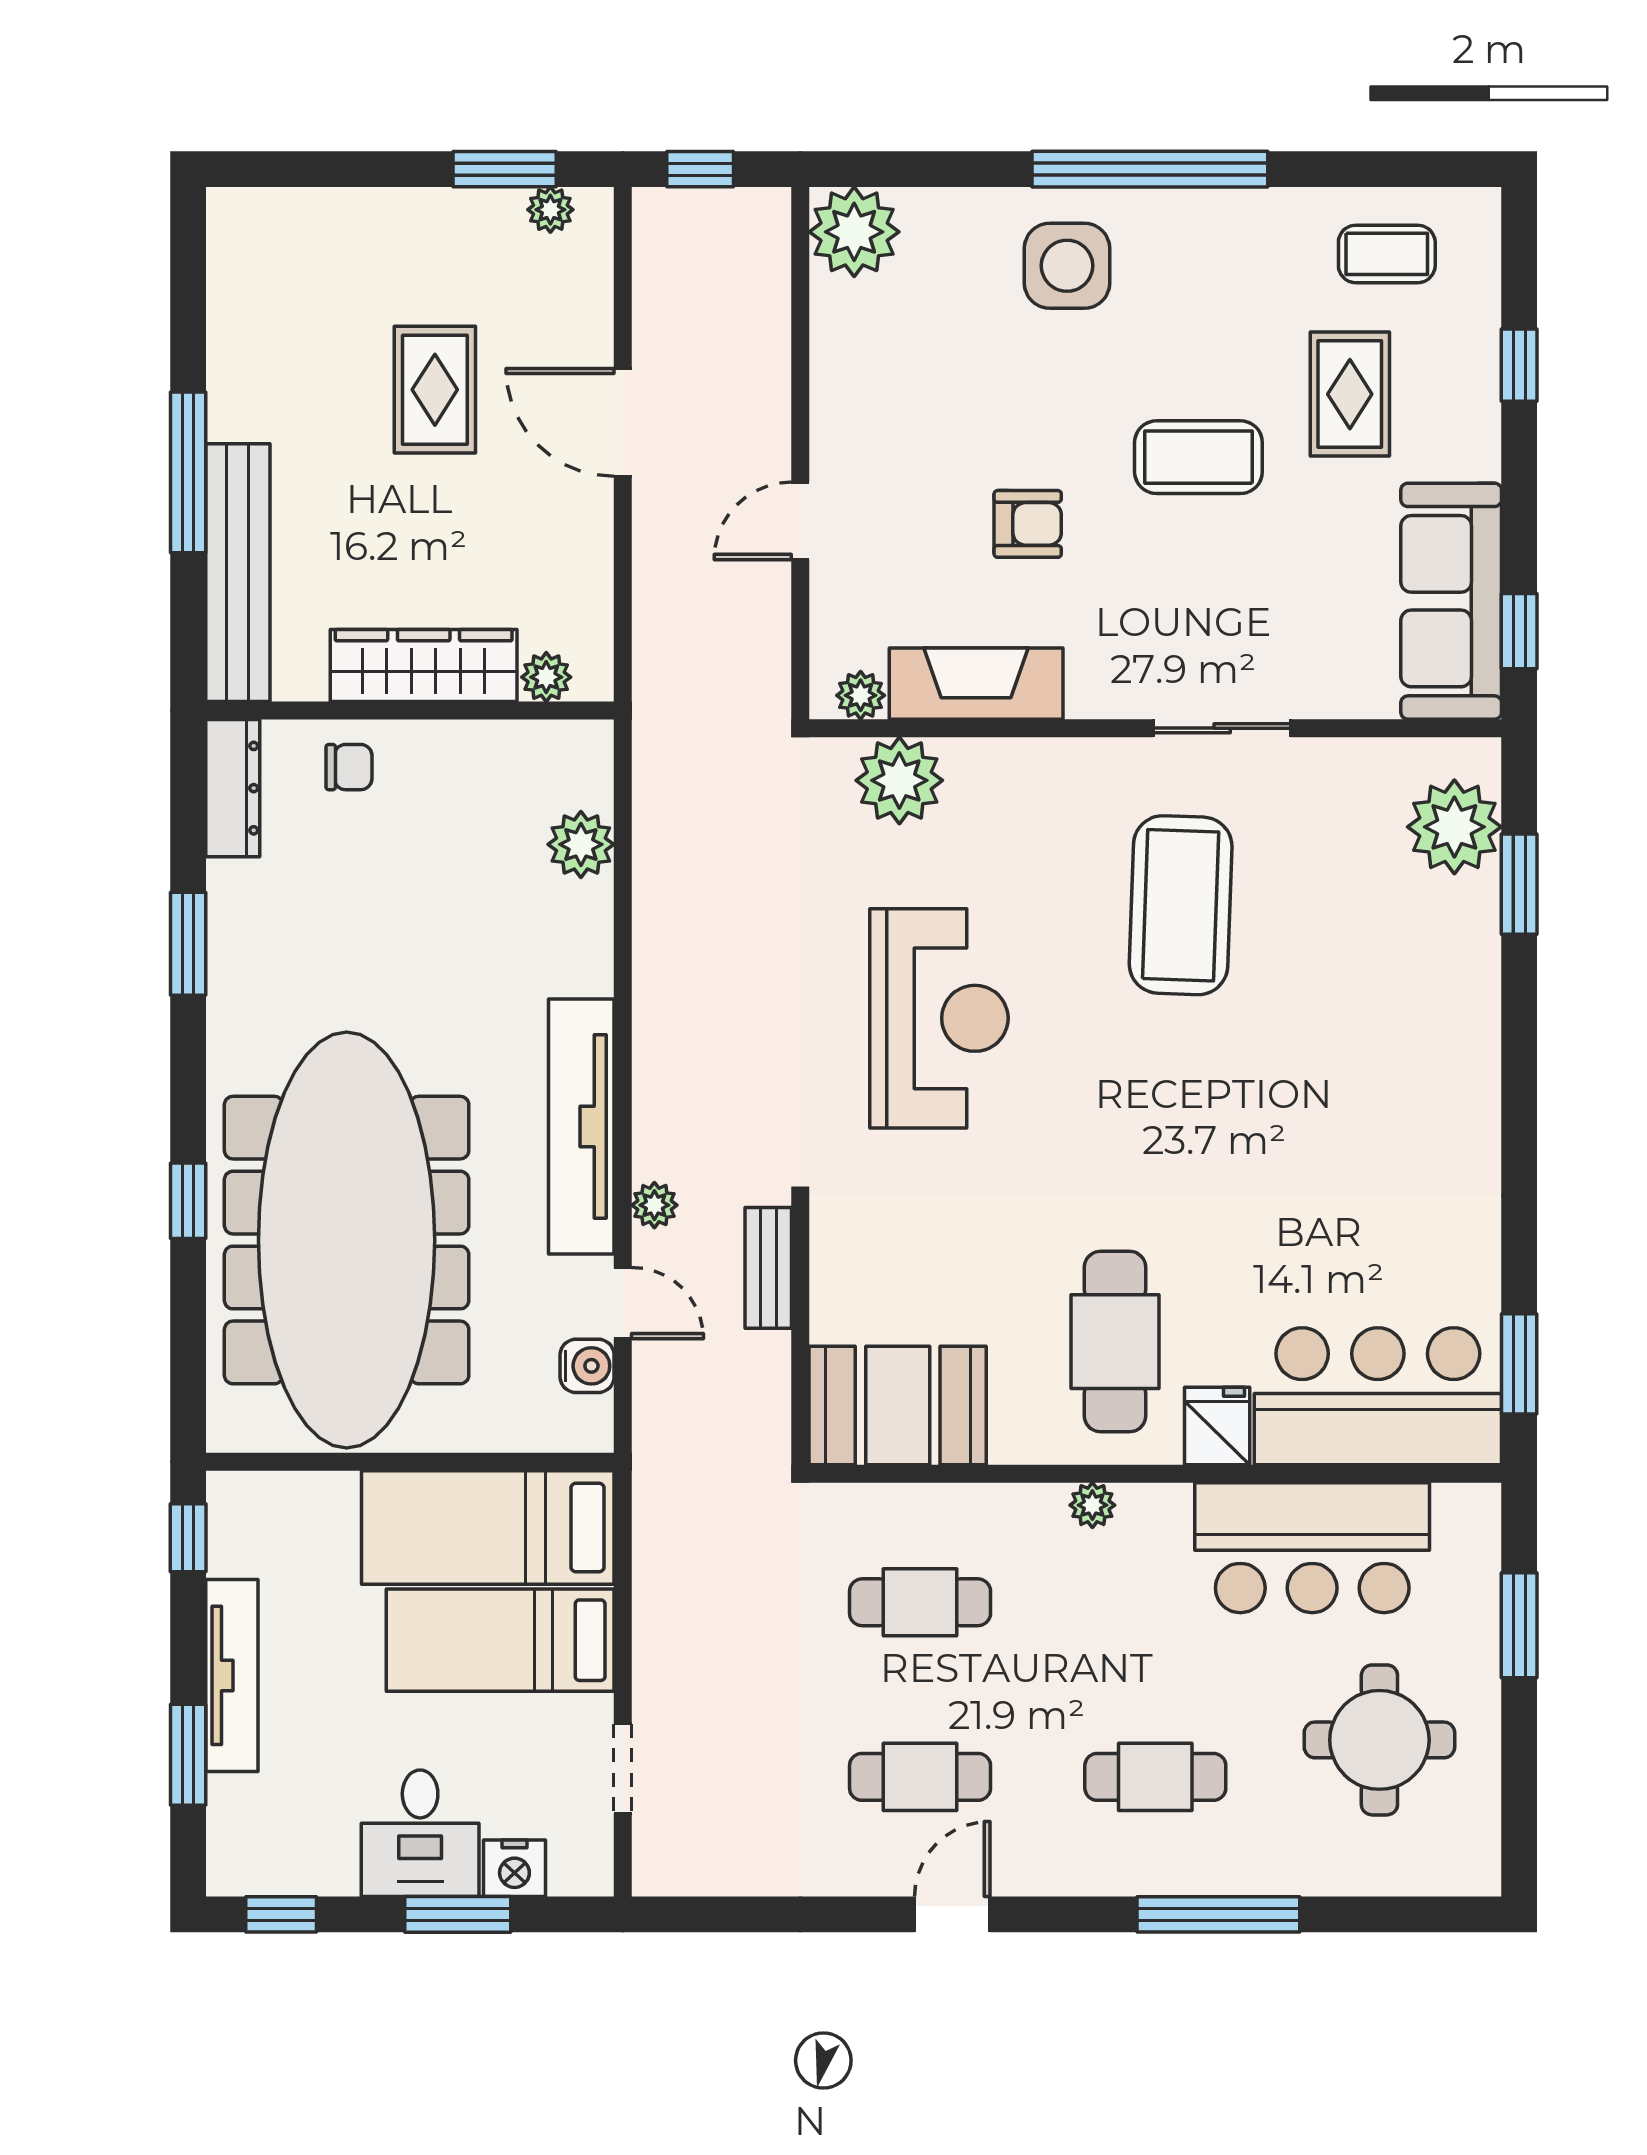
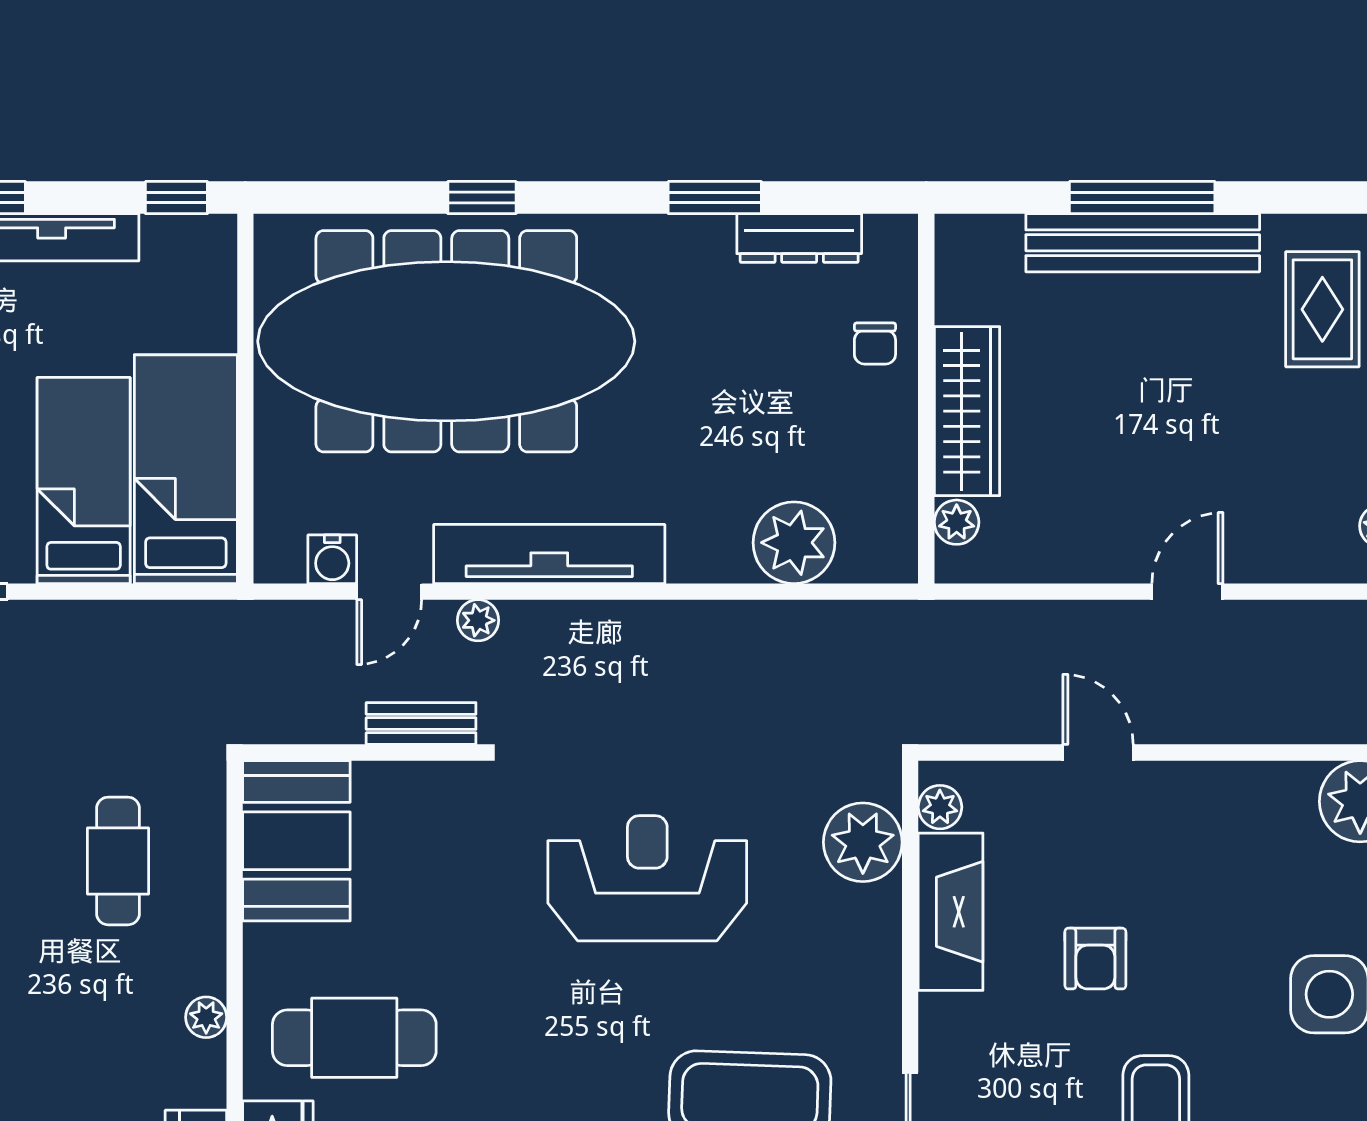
rug: (435, 390) -> (1322, 309), moved, turned 90
door: (623, 422) -> (1187, 592), width x0.73
bench: (238, 573) -> (1143, 243), moved
dresser: (233, 788) -> (799, 238), moved
plant: (581, 844) -> (794, 543), width x1.36, depth x1.36
reception desk: (939, 1018) -> (647, 878), turned 180

